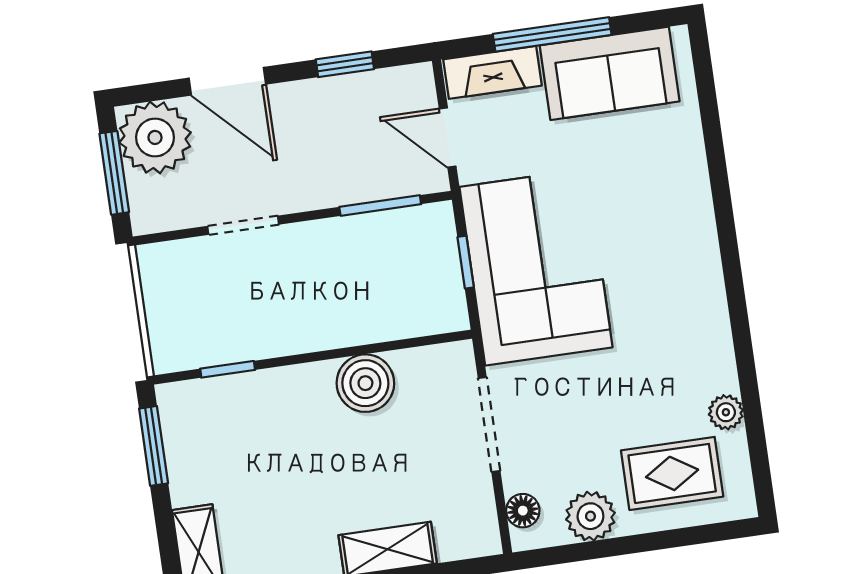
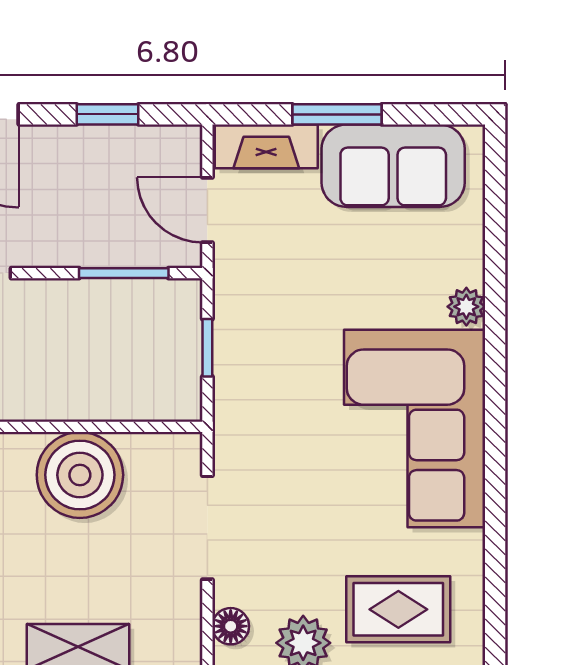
window: (552, 34) -> (337, 114), width x0.69
corner sofa: (536, 267) -> (415, 429), moved, turned 180
boiler: (365, 383) -> (80, 475), width x1.37, depth x1.37
plant: (726, 412) -> (466, 307), moved

